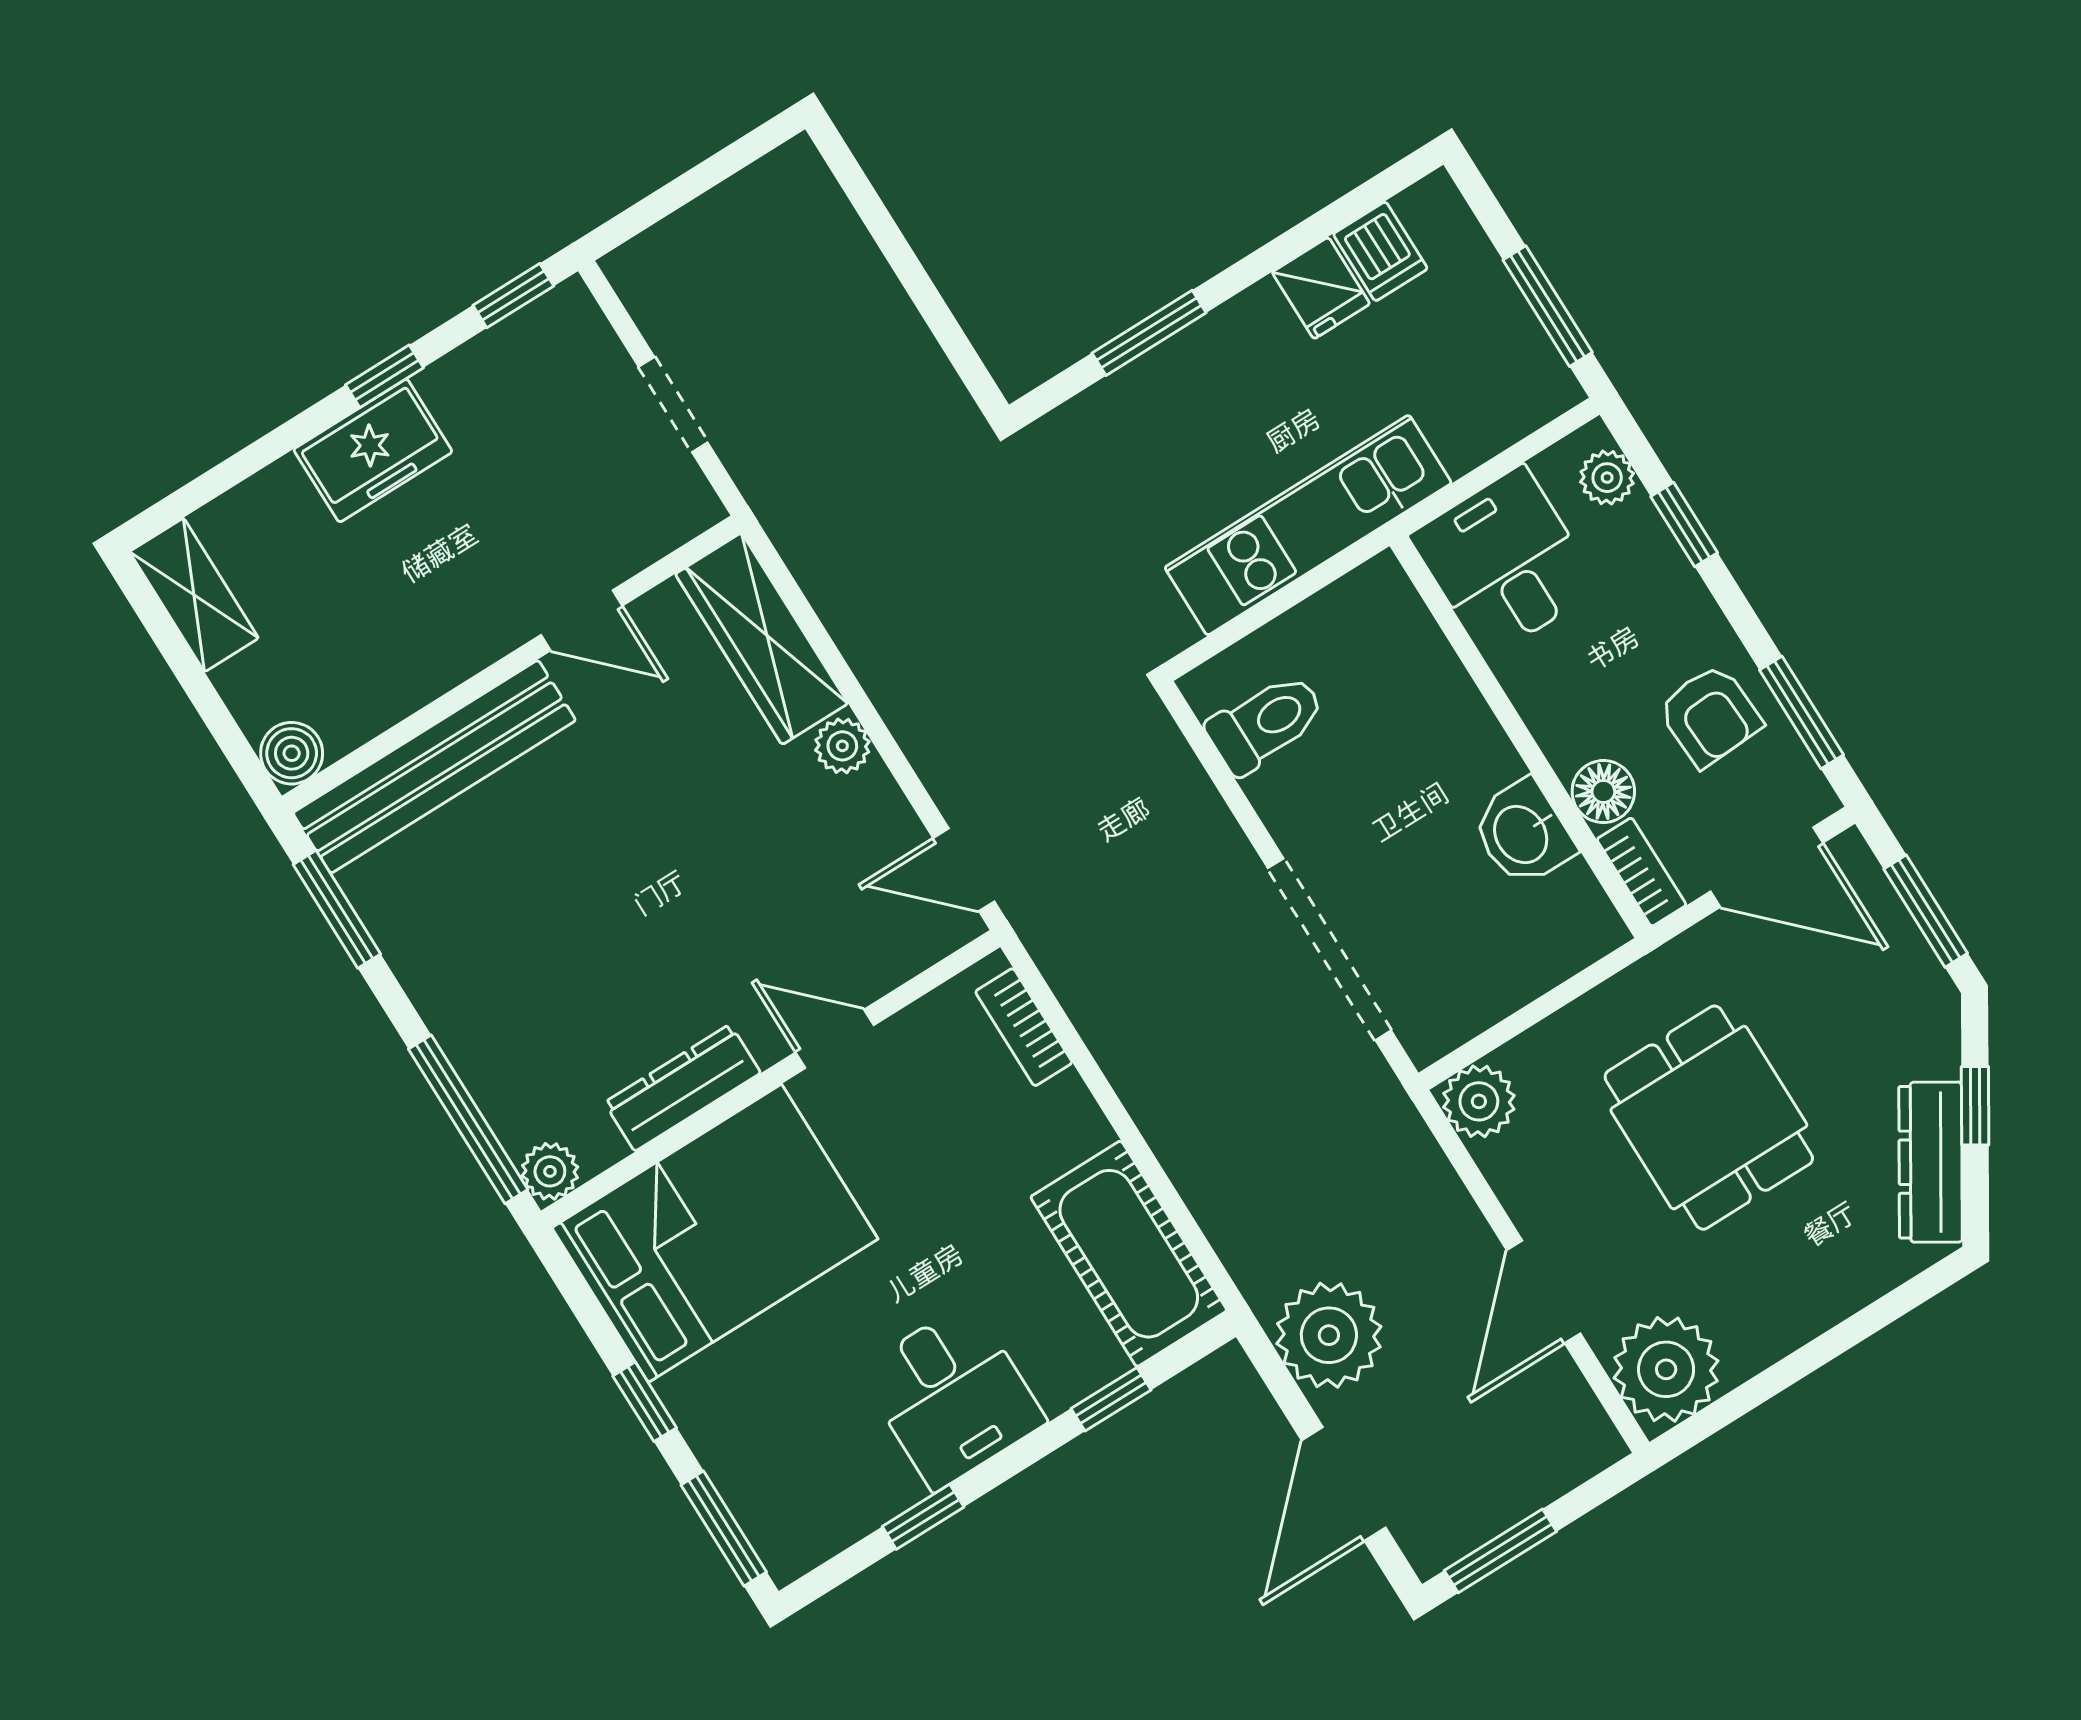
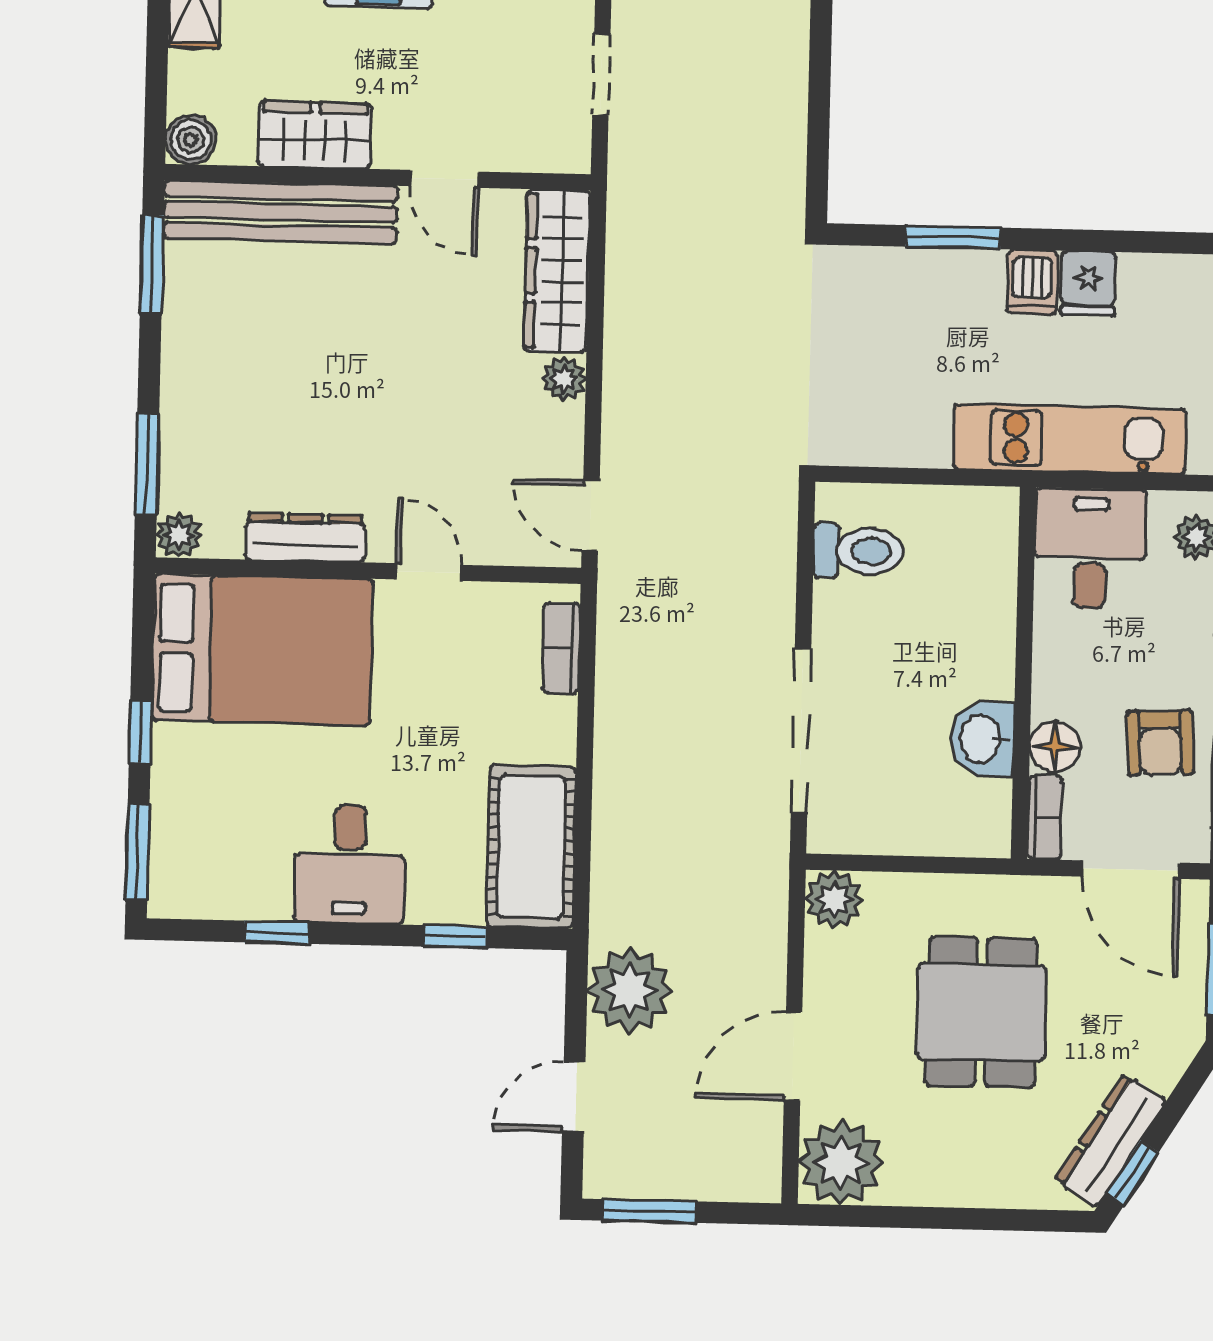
dishwasher: (1380, 251) -> (1032, 282), moved
kitchen unit: (1308, 525) -> (1070, 439), moved
wardrobe: (417, 663) -> (315, 135), added
window: (1975, 1106) -> (1132, 1173), moved
window: (468, 1119) -> (147, 464), width x0.69
door: (1344, 1484) -> (574, 1097), width x0.73

